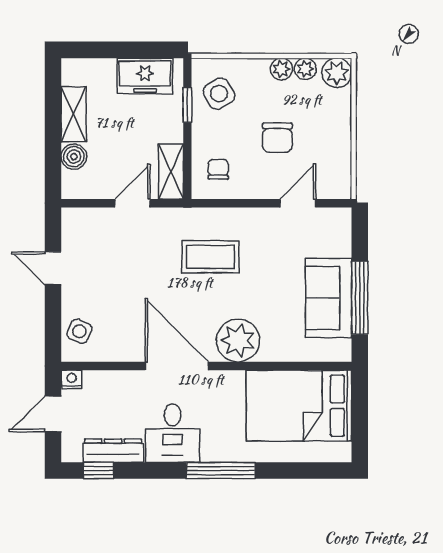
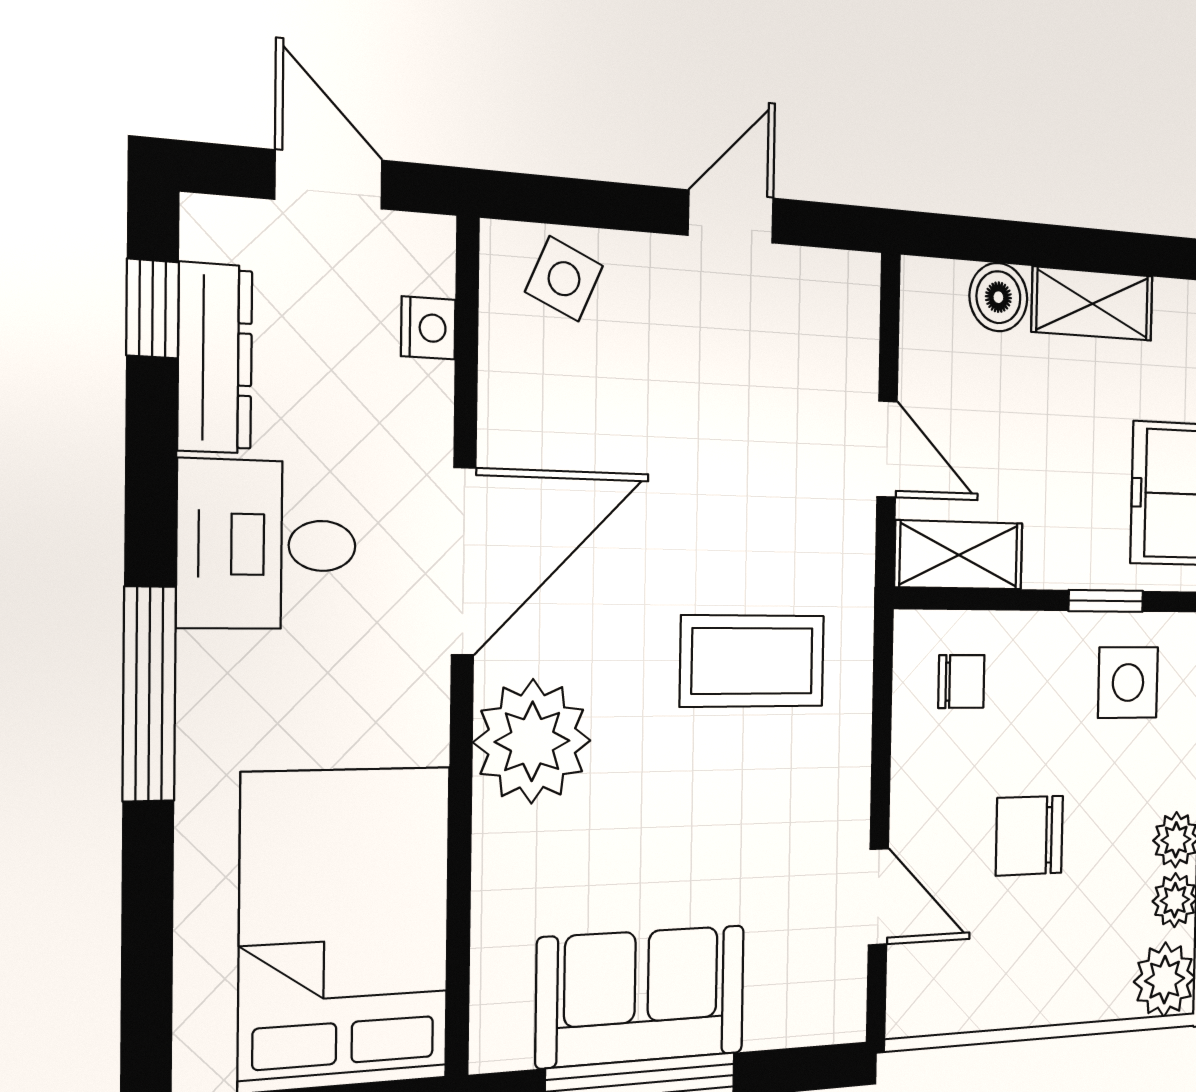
side table: (219, 94) -> (1128, 682), turned 30
coffee table: (210, 257) -> (752, 661), turned 90
nightstand: (72, 379) -> (428, 328), moved

